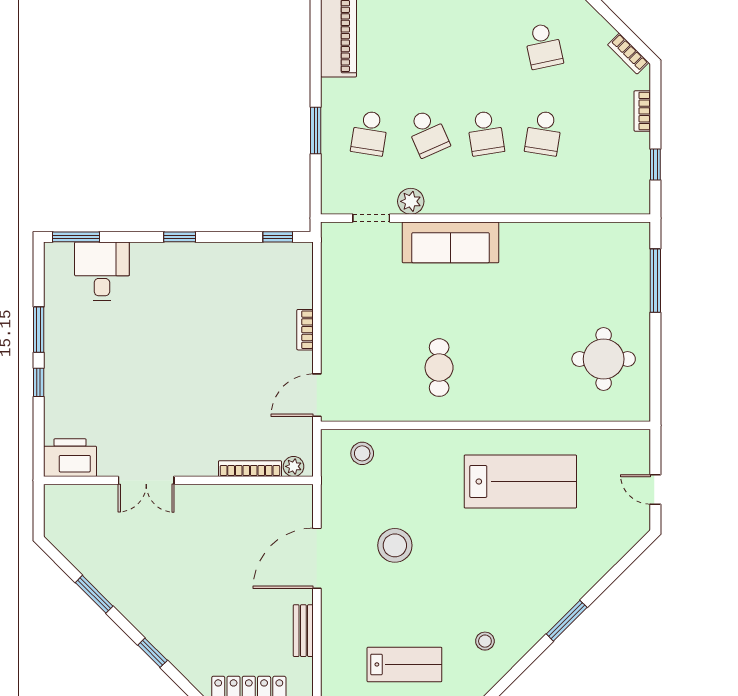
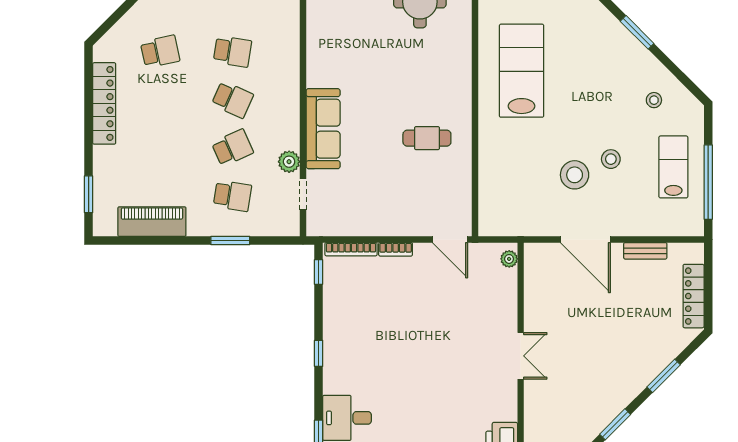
school desk: (486, 133) -> (232, 100), turned 33
stool: (362, 453) -> (611, 159), moved
bookcase: (250, 469) -> (351, 249), moved, turned -90
double door: (146, 480) -> (521, 356), moved
window: (153, 653) -> (664, 376), width x1.50

